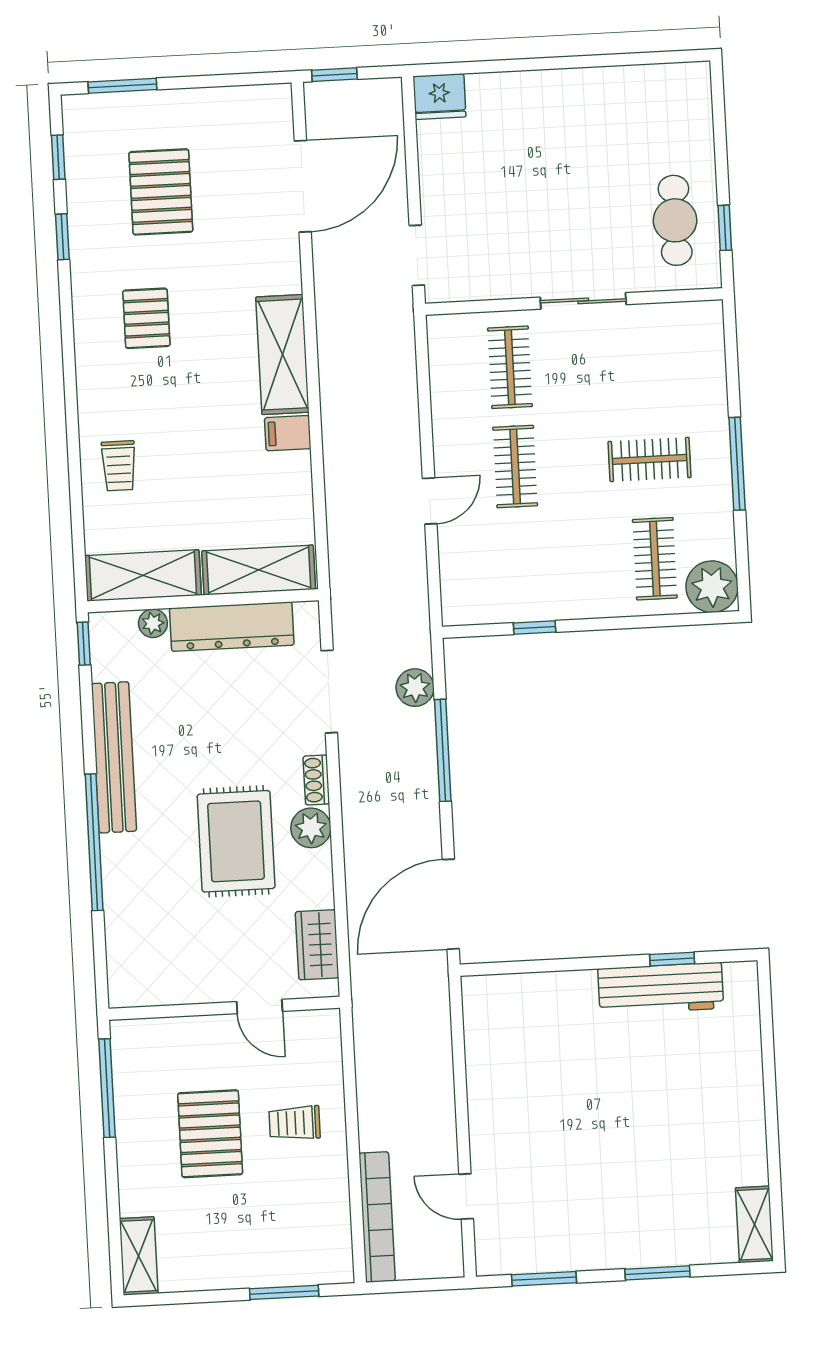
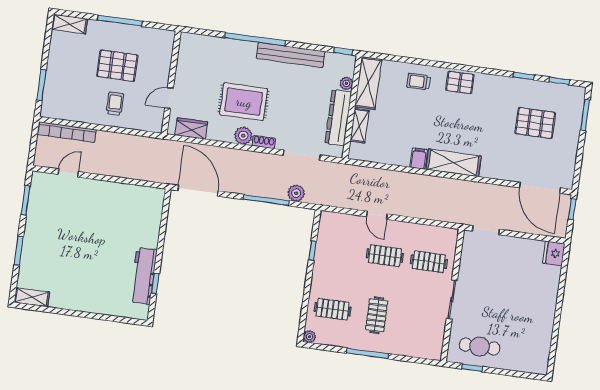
door: (303, 186) -> (540, 188), moved
pallet: (146, 318) -> (460, 82), moved
shelving: (259, 570) -> (360, 126), width x0.67, depth x0.75
plant: (712, 587) -> (309, 337), width x0.53, depth x0.53
window: (107, 1088) -> (120, 21), moved

